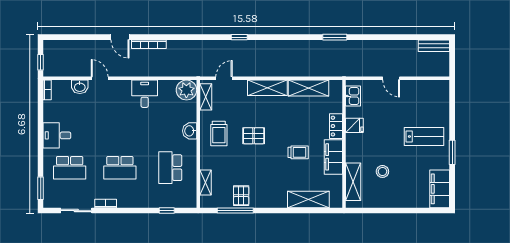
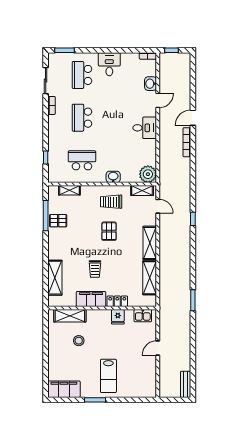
desk: (145, 94) -> (145, 128), moved

